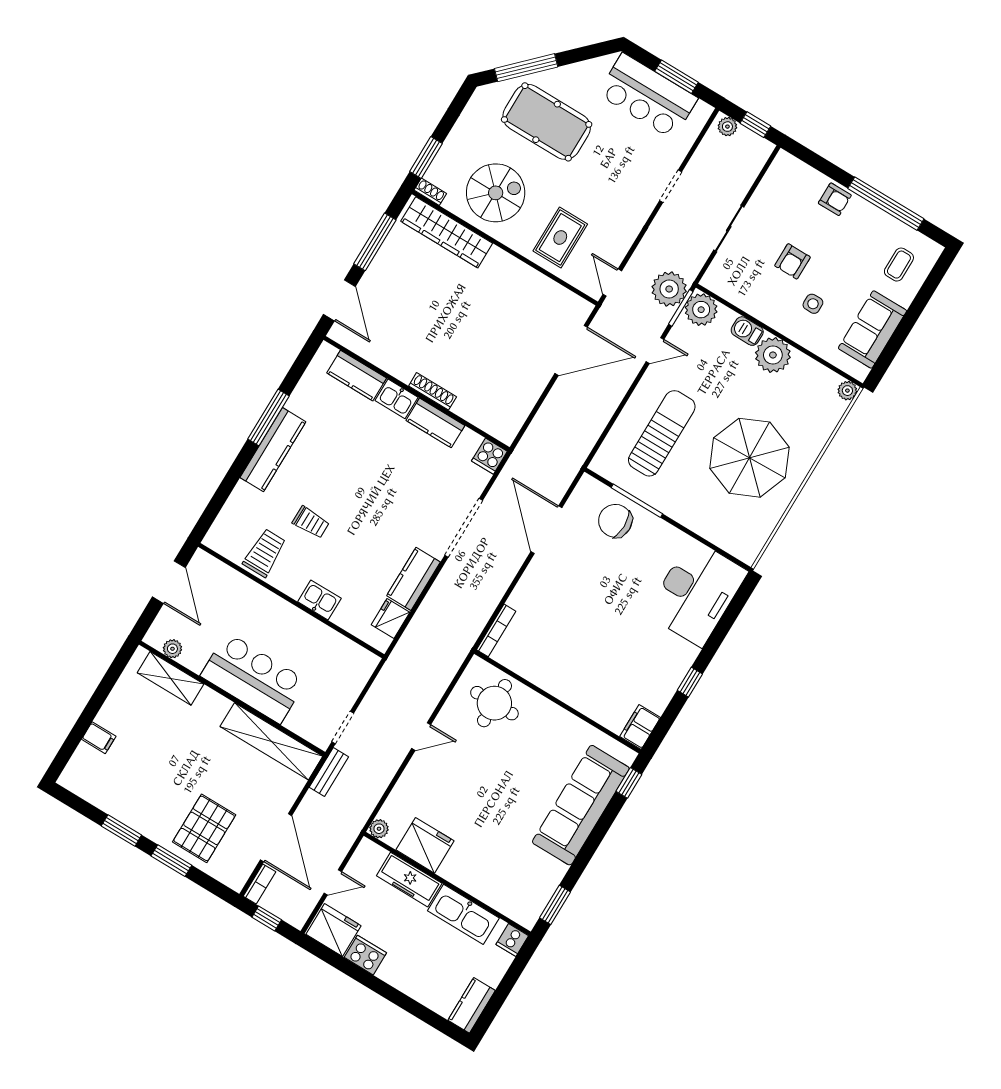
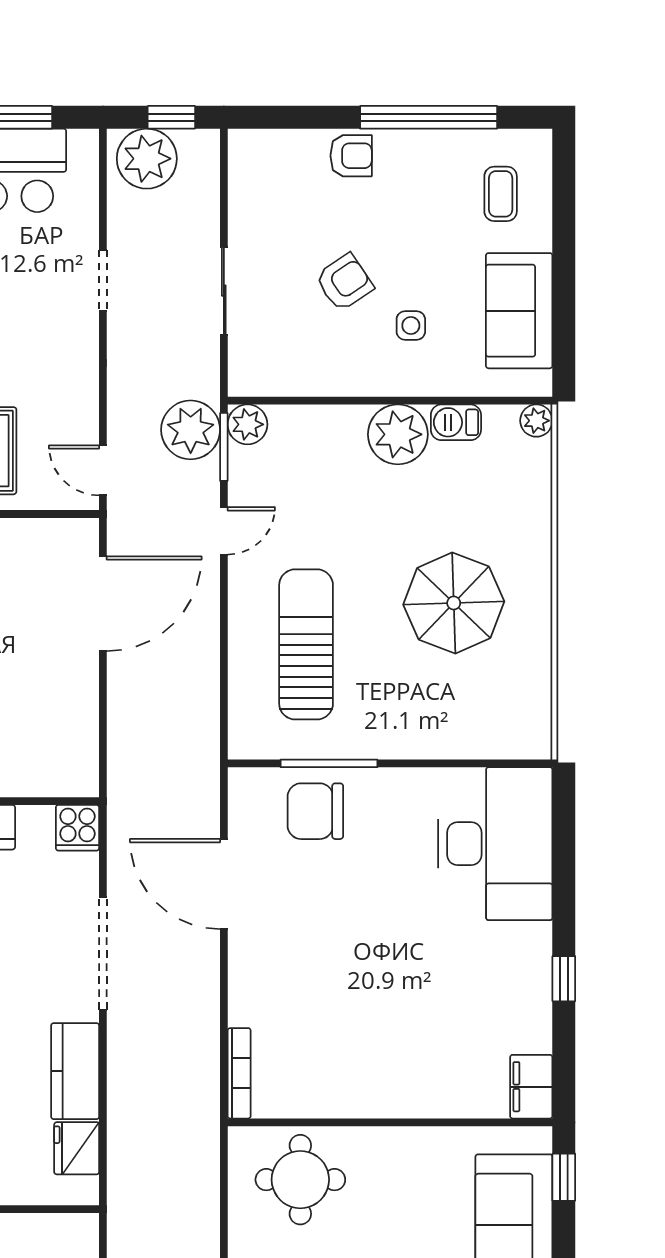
plant: (727, 127) -> (147, 159), width x1.88, depth x1.88
armchair: (792, 261) -> (344, 282), turned -124
plant: (701, 310) -> (247, 424), width x0.73, depth x0.73
barbecue: (747, 331) -> (456, 422), moved
parasol: (749, 458) -> (454, 603), width x0.73, depth x0.73

